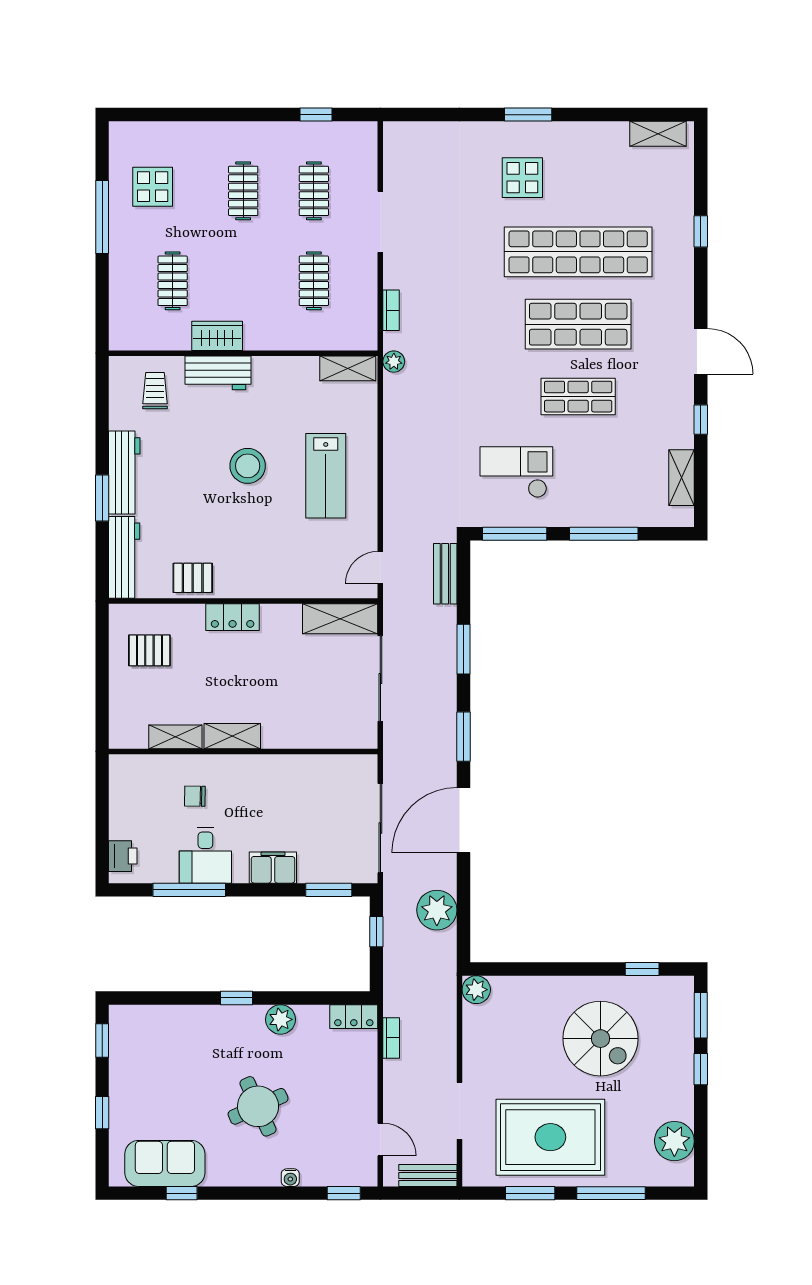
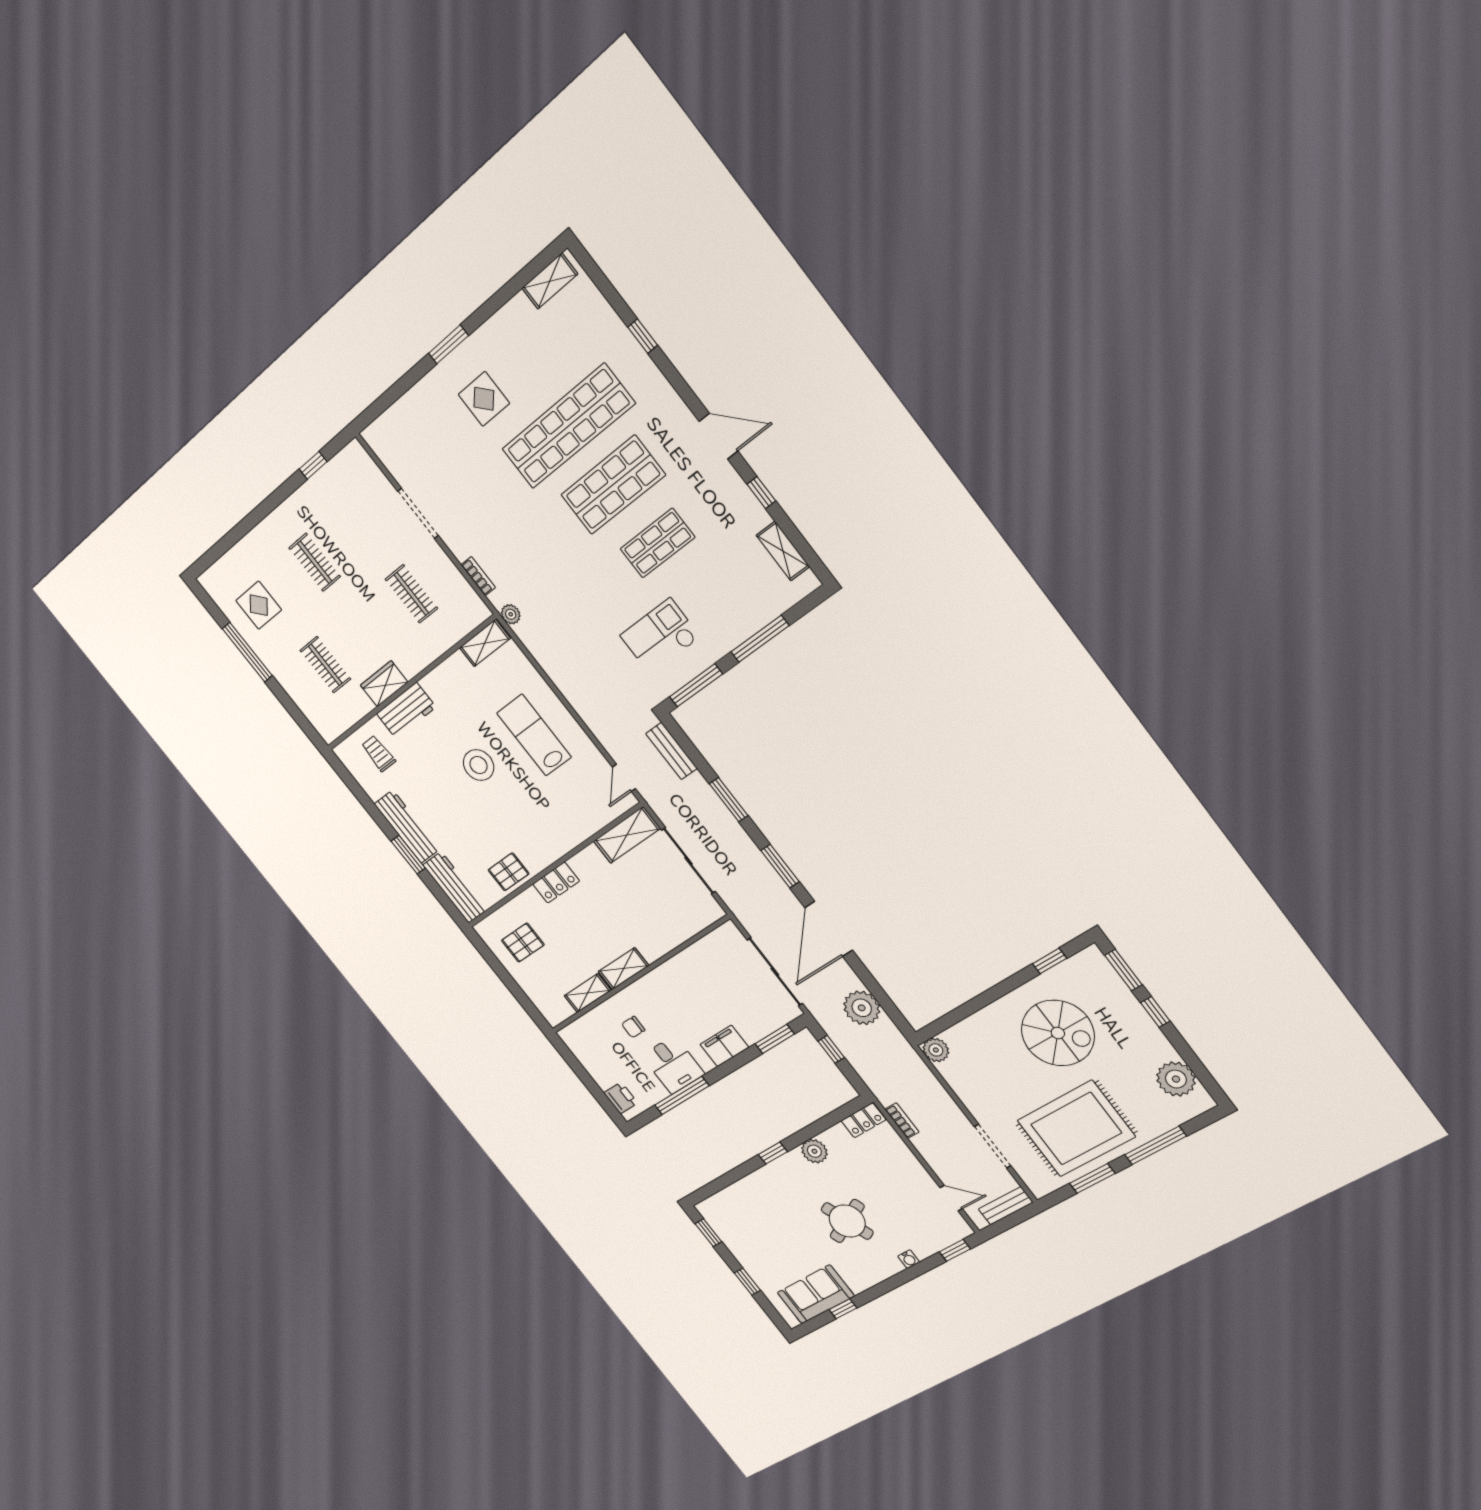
clothes rail: (314, 191) -> (358, 525), removed
lab bench: (326, 476) -> (534, 735), turned 180

